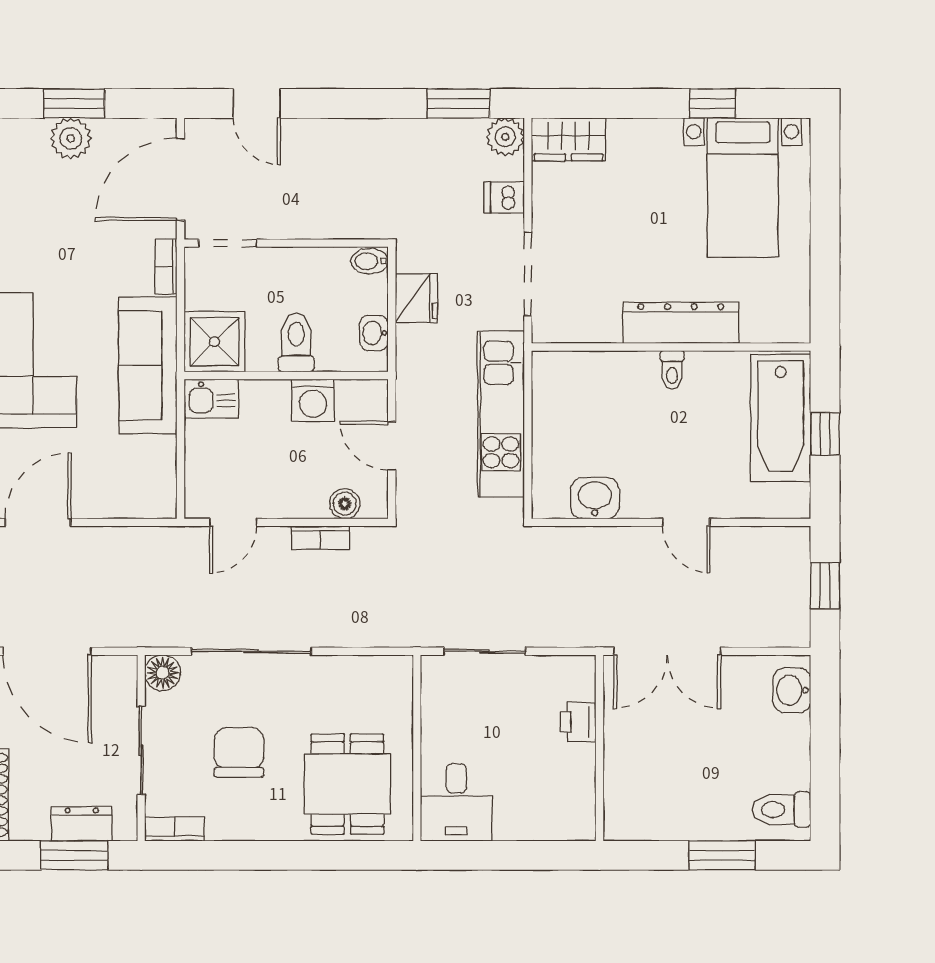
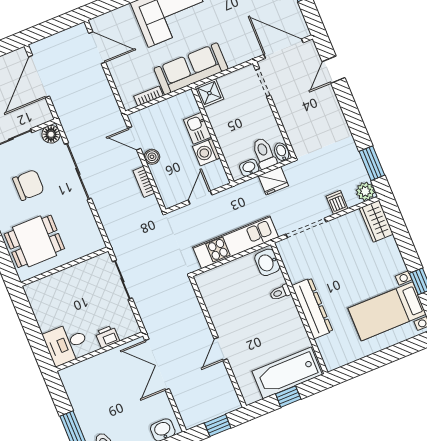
bookcase: (166, 267) -> (149, 96), moved
shower: (214, 342) -> (209, 93), width x0.73, depth x0.73
toilet: (296, 342) -> (264, 153), moved, turned -90
toilet: (672, 370) -> (280, 292), moved
kitchen sink: (212, 399) -> (197, 128), moved
washbasin: (595, 498) -> (267, 262), moved, turned 180
boiler: (345, 504) -> (152, 157), moved
desk: (456, 802) -> (66, 344), moved

